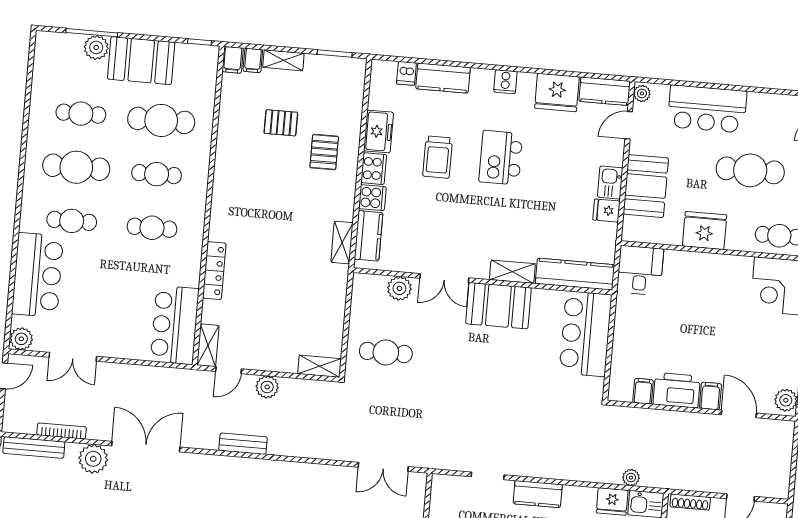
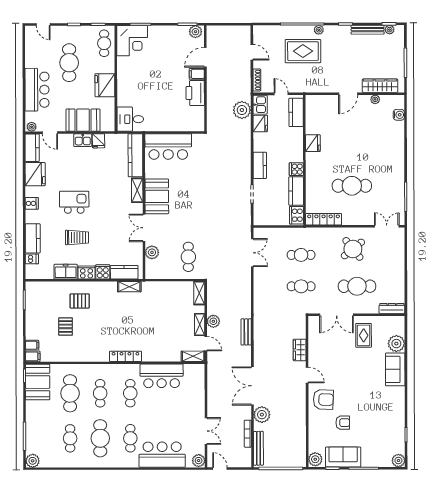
plant: (96, 47) -> (33, 461), moved
shelving: (283, 60) -> (200, 325), moved
booth: (141, 61) -> (38, 382), moved
kitchen island: (501, 158) -> (74, 202), turned 180
locker: (214, 271) -> (125, 356), moved
double door: (444, 278) -> (144, 228), swing flipped
bar counter: (175, 325) -> (162, 376), moved
filing cabinet: (643, 391) -> (197, 112), removed
plant: (631, 478) -> (242, 110), width x1.87, depth x1.87

